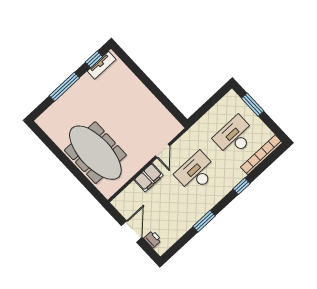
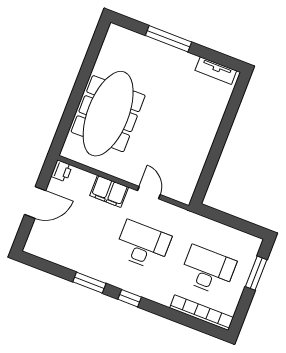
window: (94, 59) -> (218, 58), removed
door: (163, 151) -> (149, 193), swing flipped
window: (241, 186) -> (130, 298), moved
printer: (153, 239) -> (62, 171), moved

